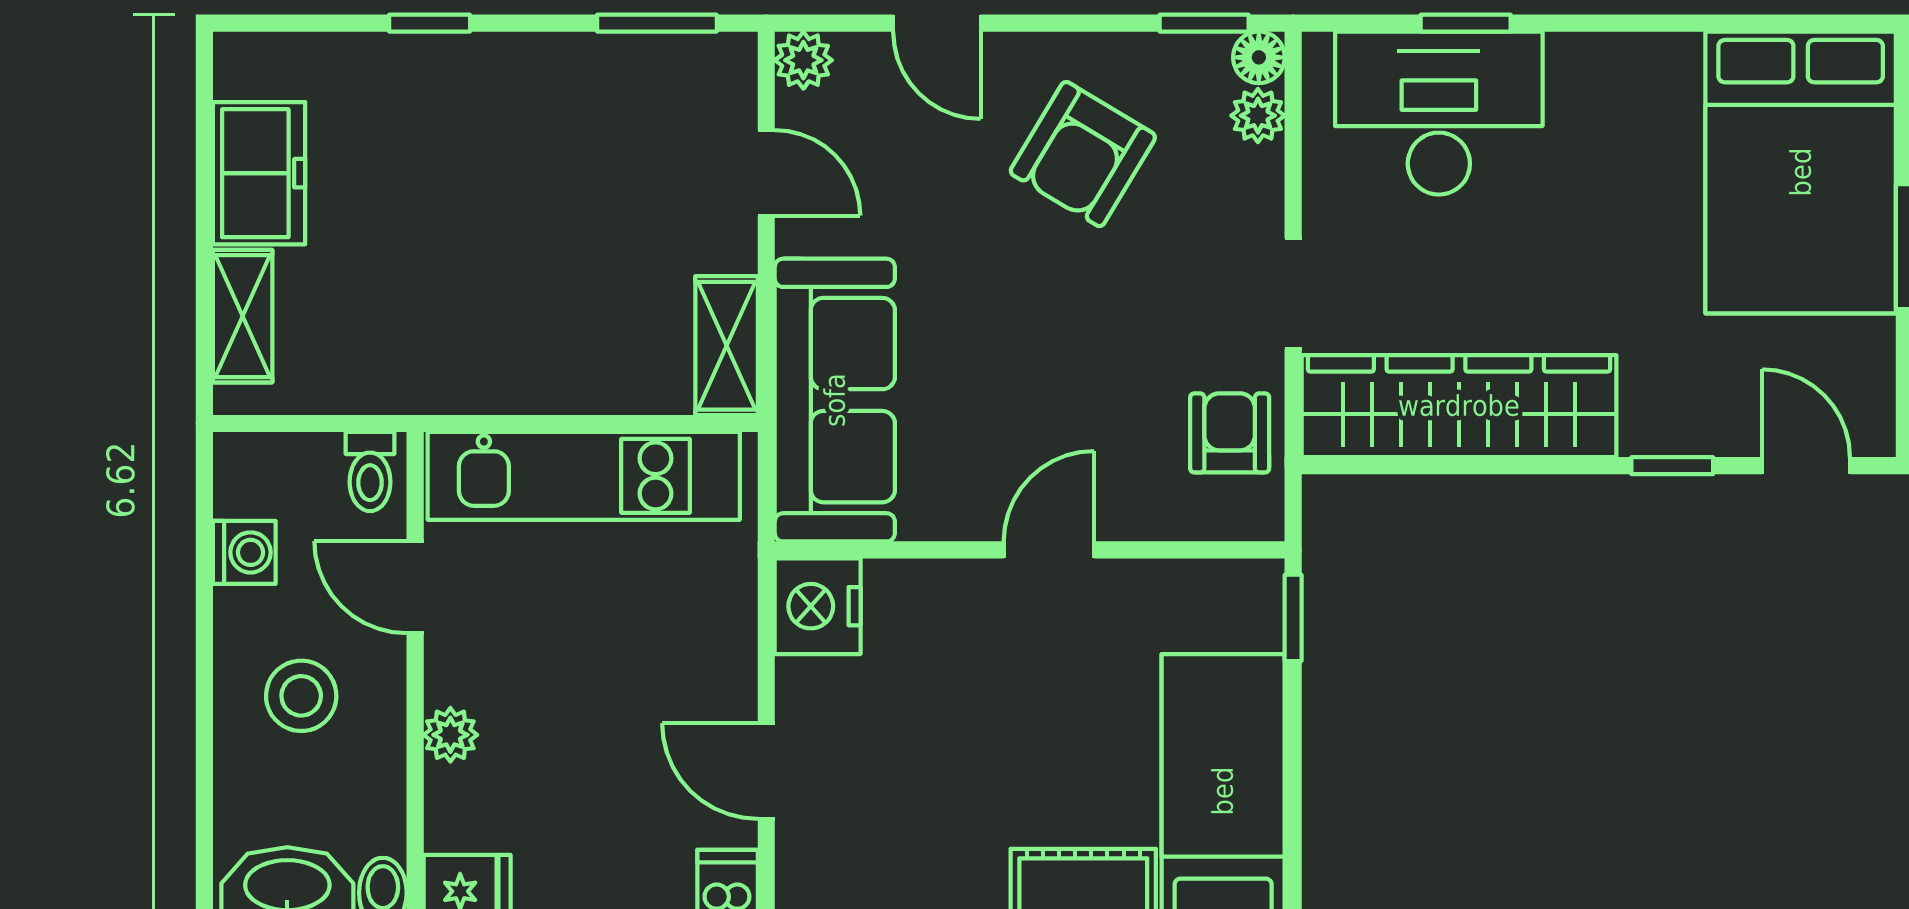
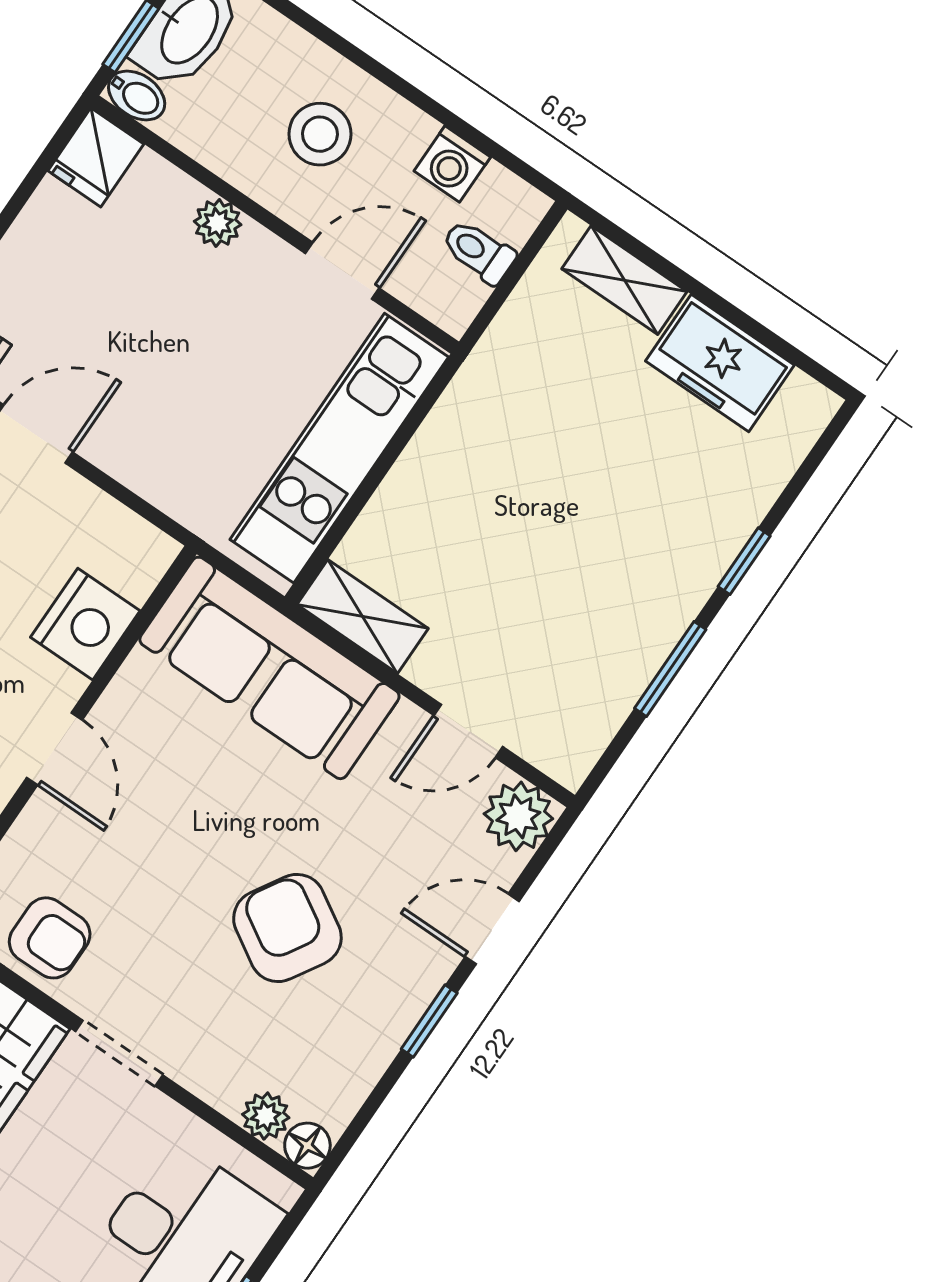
window: (657, 23) -> (670, 669), moved
window: (1204, 23) -> (429, 1021), moved
plant: (803, 60) -> (518, 816), width x1.38, depth x1.38
armchair: (1083, 154) -> (287, 928), moved
toilet: (370, 472) -> (479, 251), moved
nightstand: (818, 606) -> (85, 624), moved, turned 90

